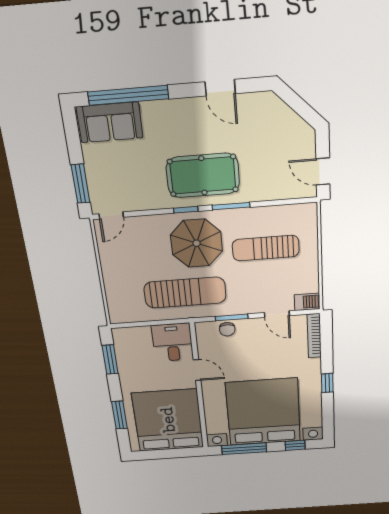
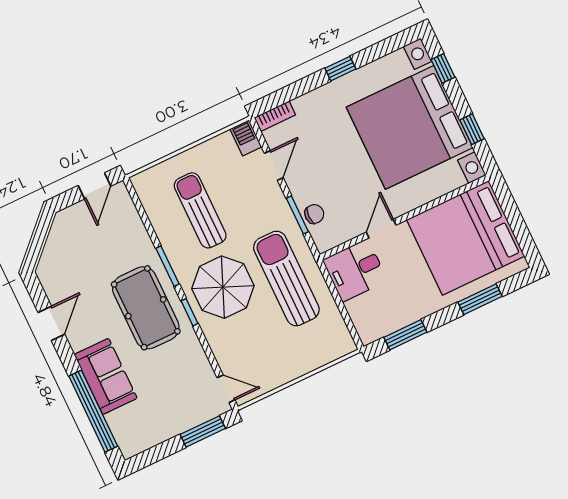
sofa: (110, 122) -> (106, 376), moved
sun lounger: (266, 248) -> (200, 210), turned 180
bookcase: (314, 336) -> (275, 116), width x0.64
window: (244, 449) -> (472, 129), width x0.46

